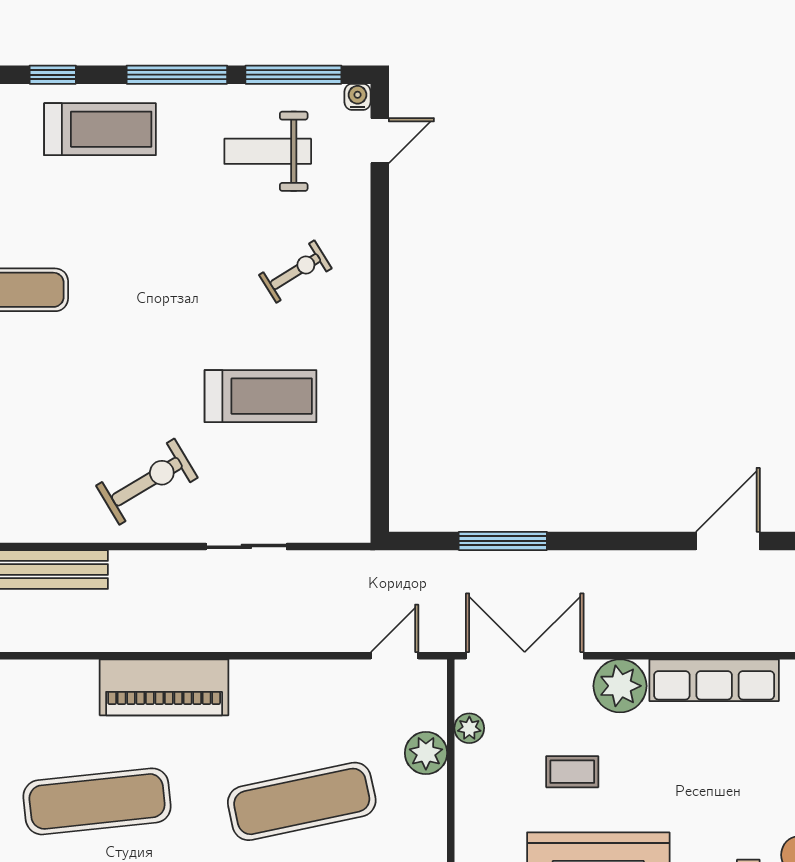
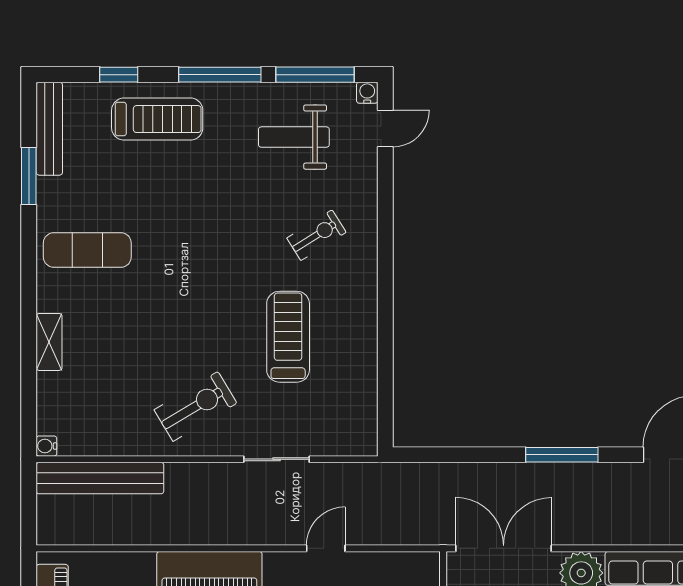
treadmill: (260, 396) -> (288, 337), turned -90
window: (503, 541) -> (562, 455), moved
door: (395, 656) -> (326, 548), moved

